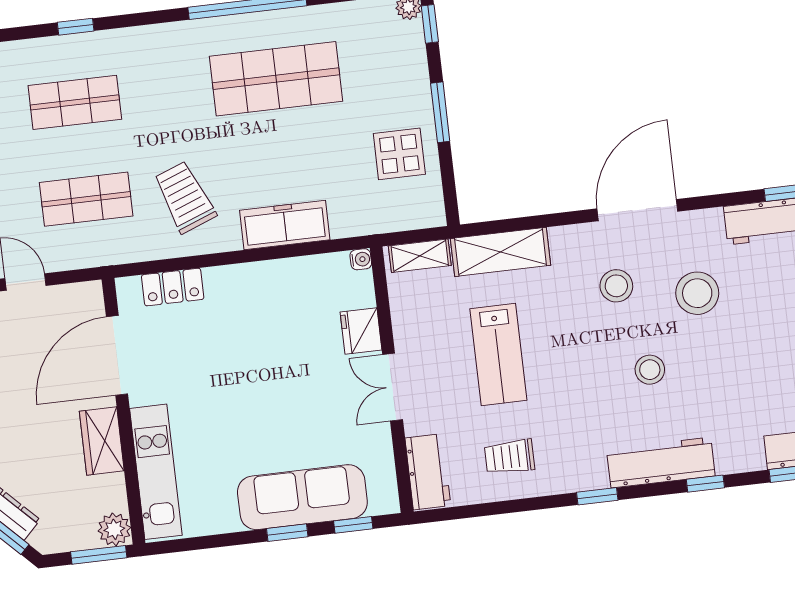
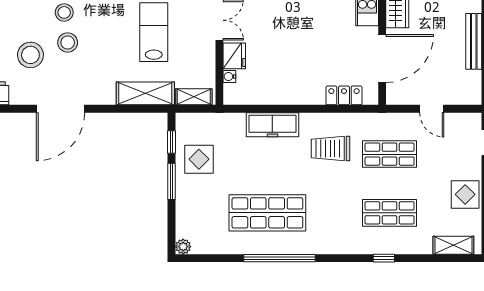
window: (430, 24) -> (172, 142), moved
trolley: (185, 197) -> (330, 148), turned 111
water cooler: (361, 259) -> (229, 77), moved
stool: (616, 286) -> (68, 43), moved

